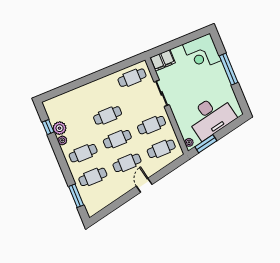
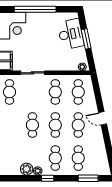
window: (229, 69) -> (35, 9), width x1.46
desk: (211, 117) -> (71, 34), width x0.73, depth x0.77
window: (48, 127) -> (48, 178), moved
window: (206, 144) -> (86, 39), moved

